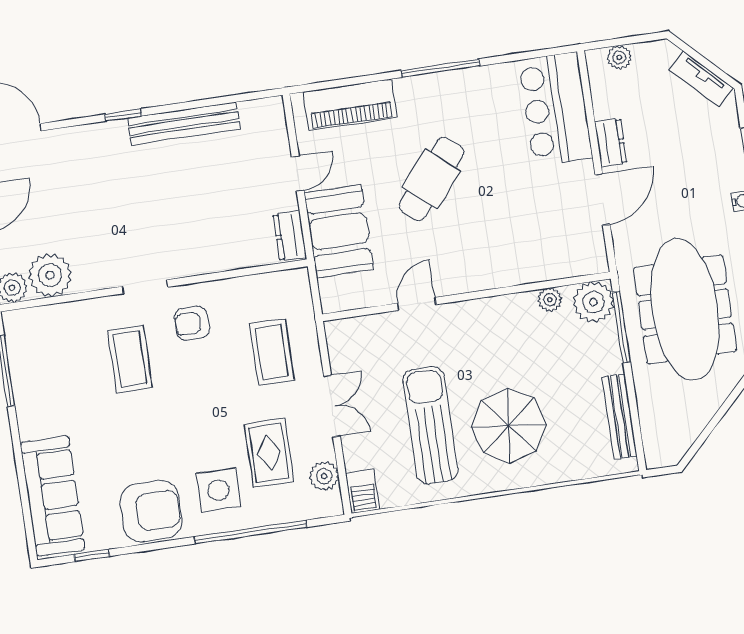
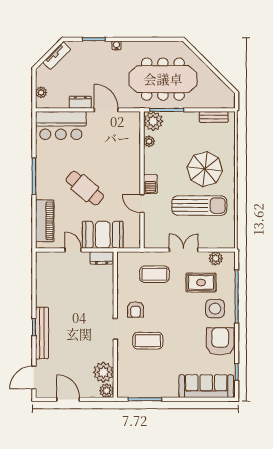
bench: (184, 123) -> (42, 333), moved
bench: (619, 417) -> (214, 117), width x0.73
sun lounger: (430, 425) -> (199, 206), turned 180
barbecue: (363, 491) -> (150, 184), moved, turned 90

